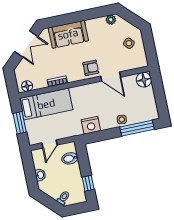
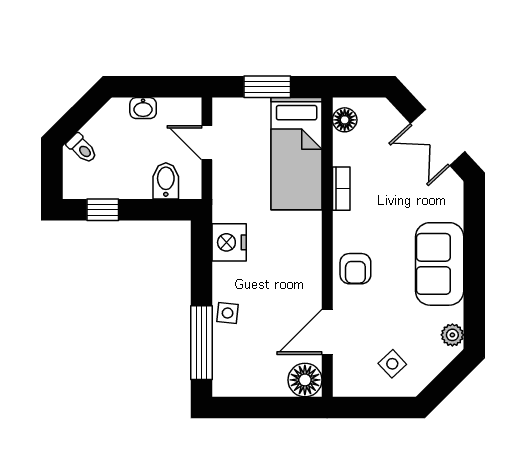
sofa: (68, 34) -> (440, 264), moved
door: (111, 77) -> (327, 332), moved

